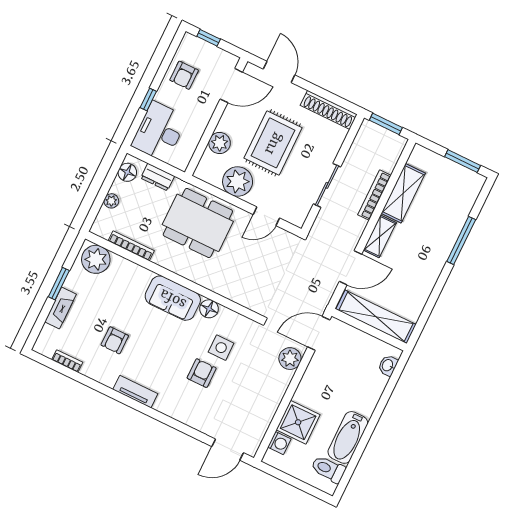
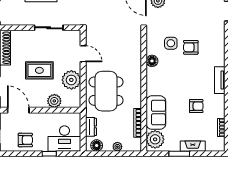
rug: (273, 143) -> (39, 70), width x0.73, depth x0.70
sofa: (173, 298) -> (156, 113), moved

